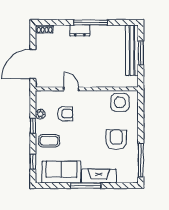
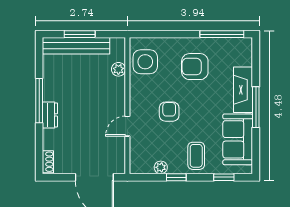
plant: (114, 82) -> (118, 69), added
armchair: (65, 114) -> (169, 112), moved

